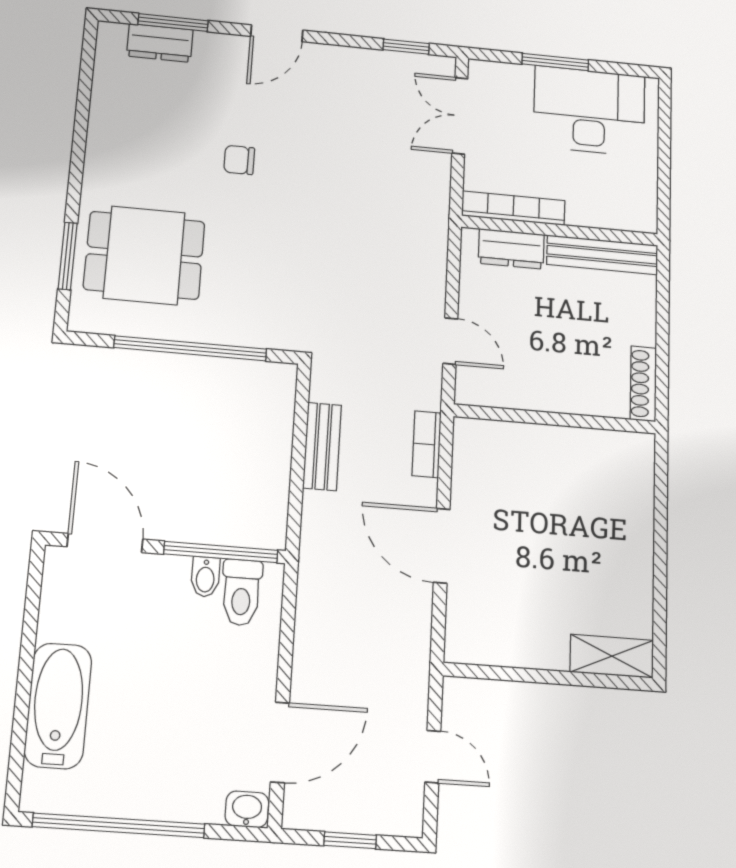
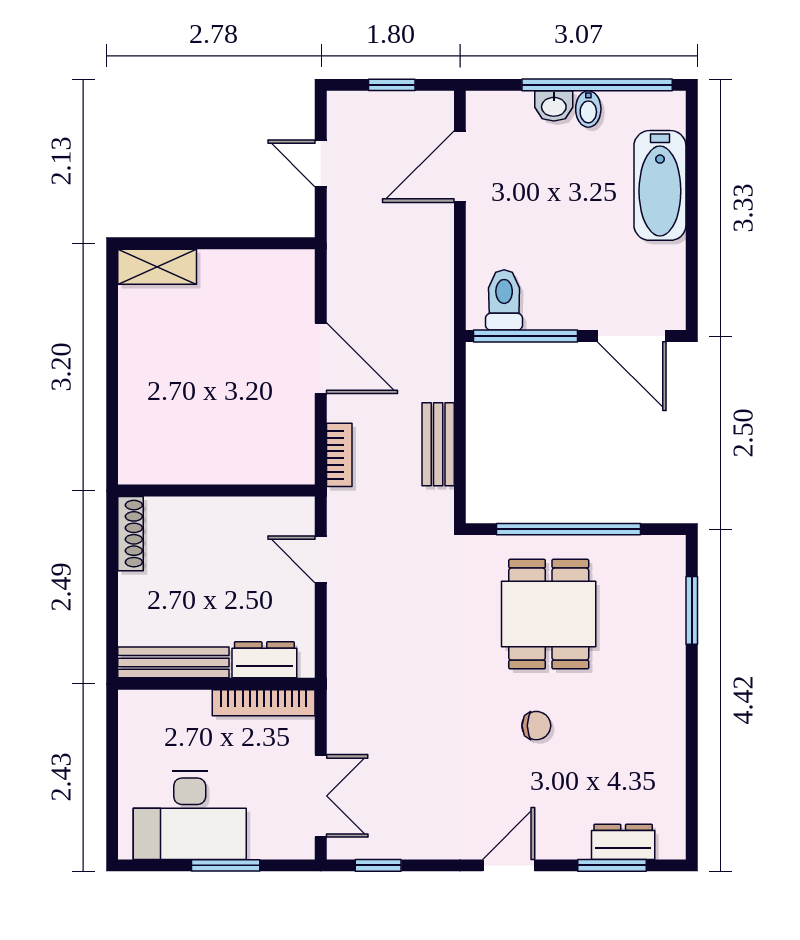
dining table: (144, 255) -> (549, 614), moved, turned 90
bidet: (205, 577) -> (588, 109), moved, turned 180
washbasin: (247, 809) -> (554, 106), moved

